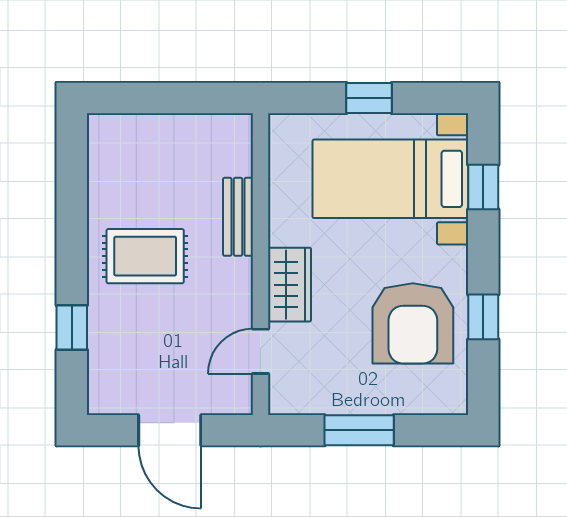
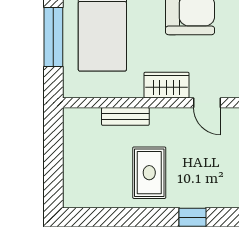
window: (369, 98) -> (53, 37), width x2.17

